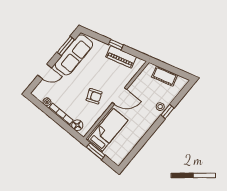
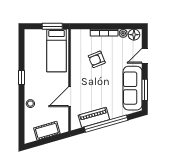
window: (116, 45) -> (106, 124), width x3.17
armchair: (94, 96) -> (97, 59), moved
door: (119, 96) -> (70, 97), moved
window: (167, 112) -> (21, 78), moved
floor lamp: (77, 125) -> (134, 35), moved

